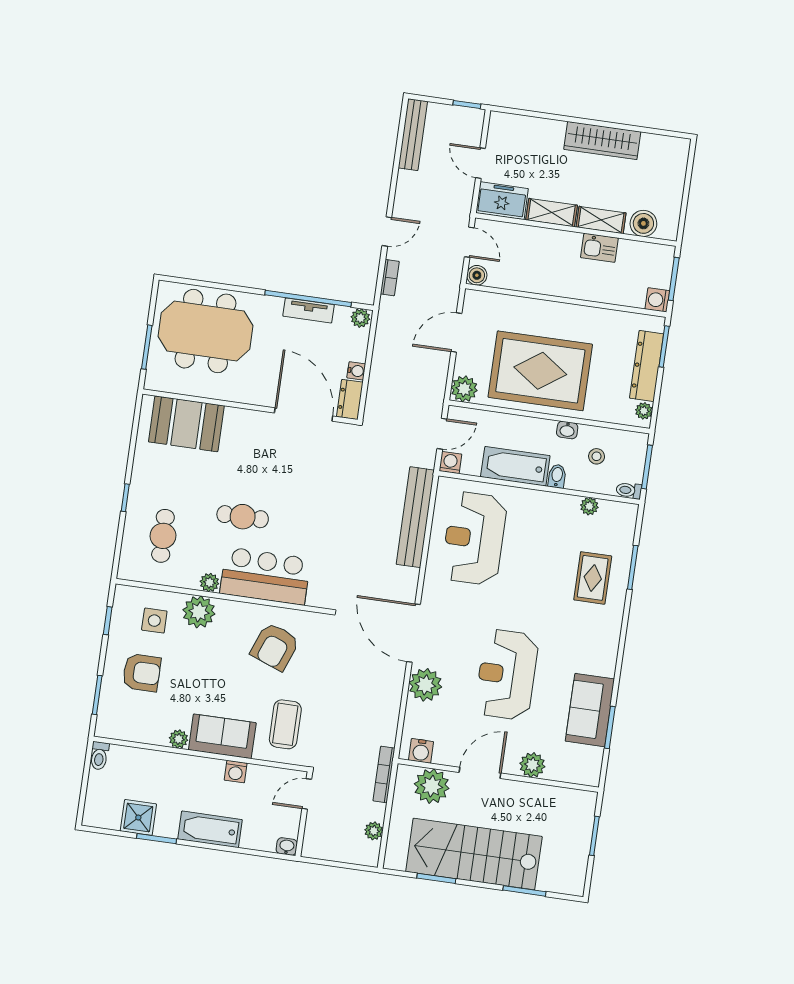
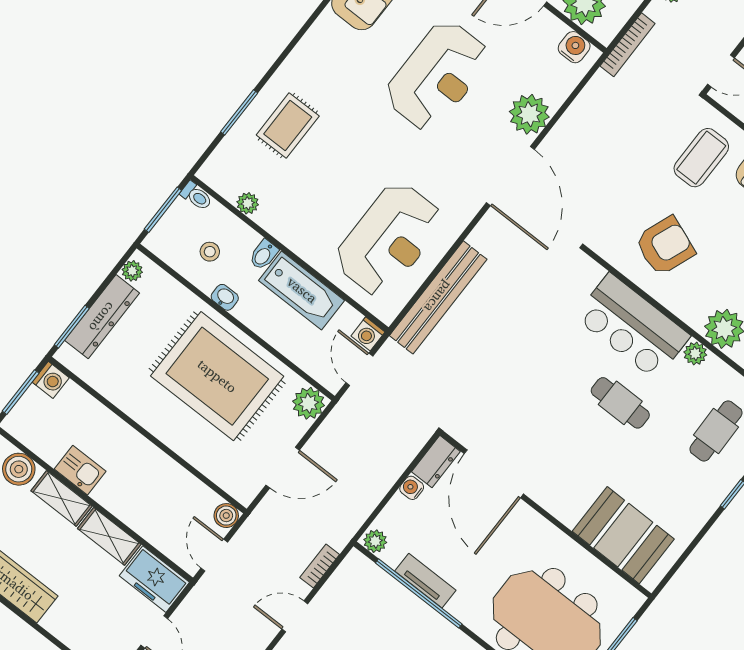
door: (442, 434) -> (359, 369), hinge flipped

